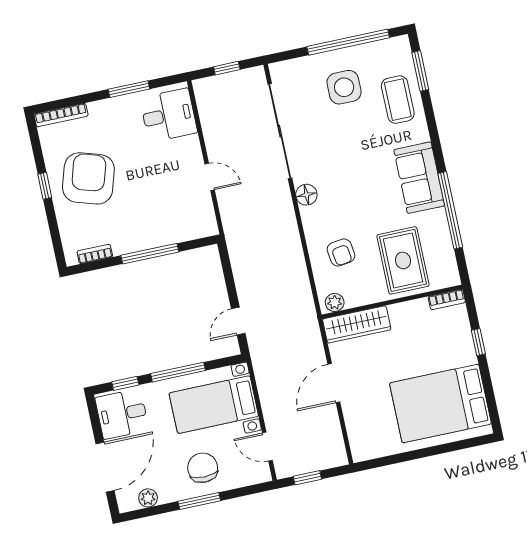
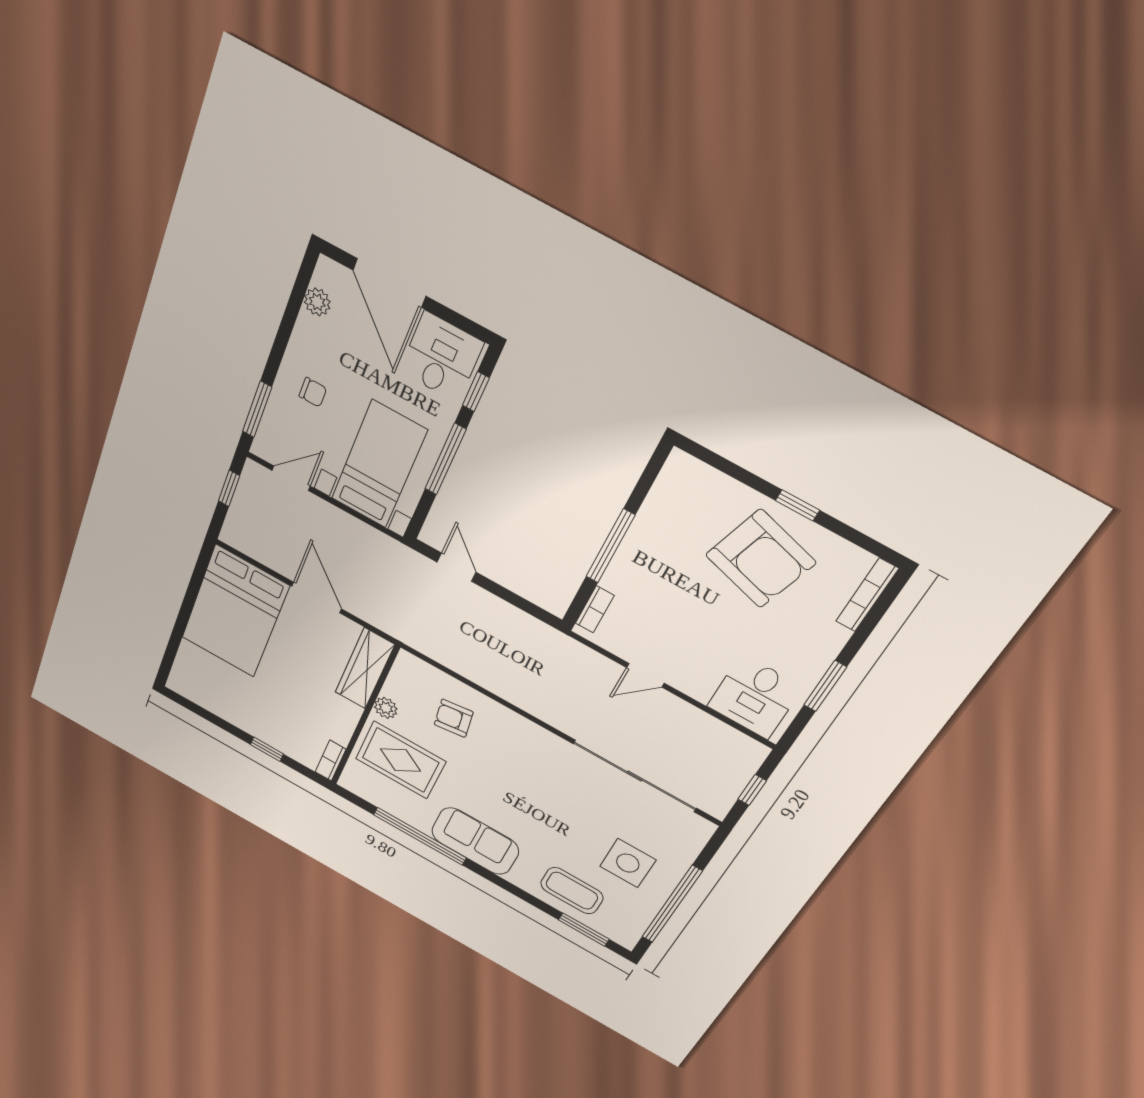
floor lamp: (306, 195) -> (543, 741), removed
bookcase: (95, 254) -> (595, 609), moved
plant: (335, 302) -> (386, 708), moved
bed: (440, 403) -> (235, 612), moved, turned 180
chair: (203, 468) -> (313, 392), width x0.54, depth x0.54
window: (199, 501) -> (257, 409), moved

